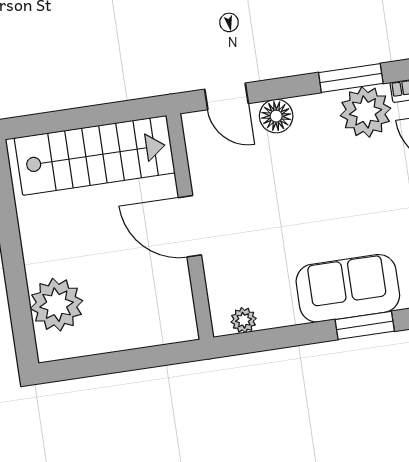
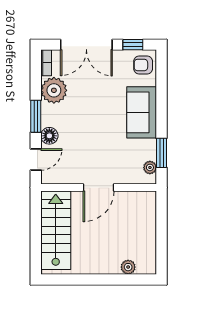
window: (351, 78) -> (36, 116), moved
plant: (57, 305) -> (128, 267), width x0.53, depth x0.53
window: (365, 325) -> (162, 153), moved

